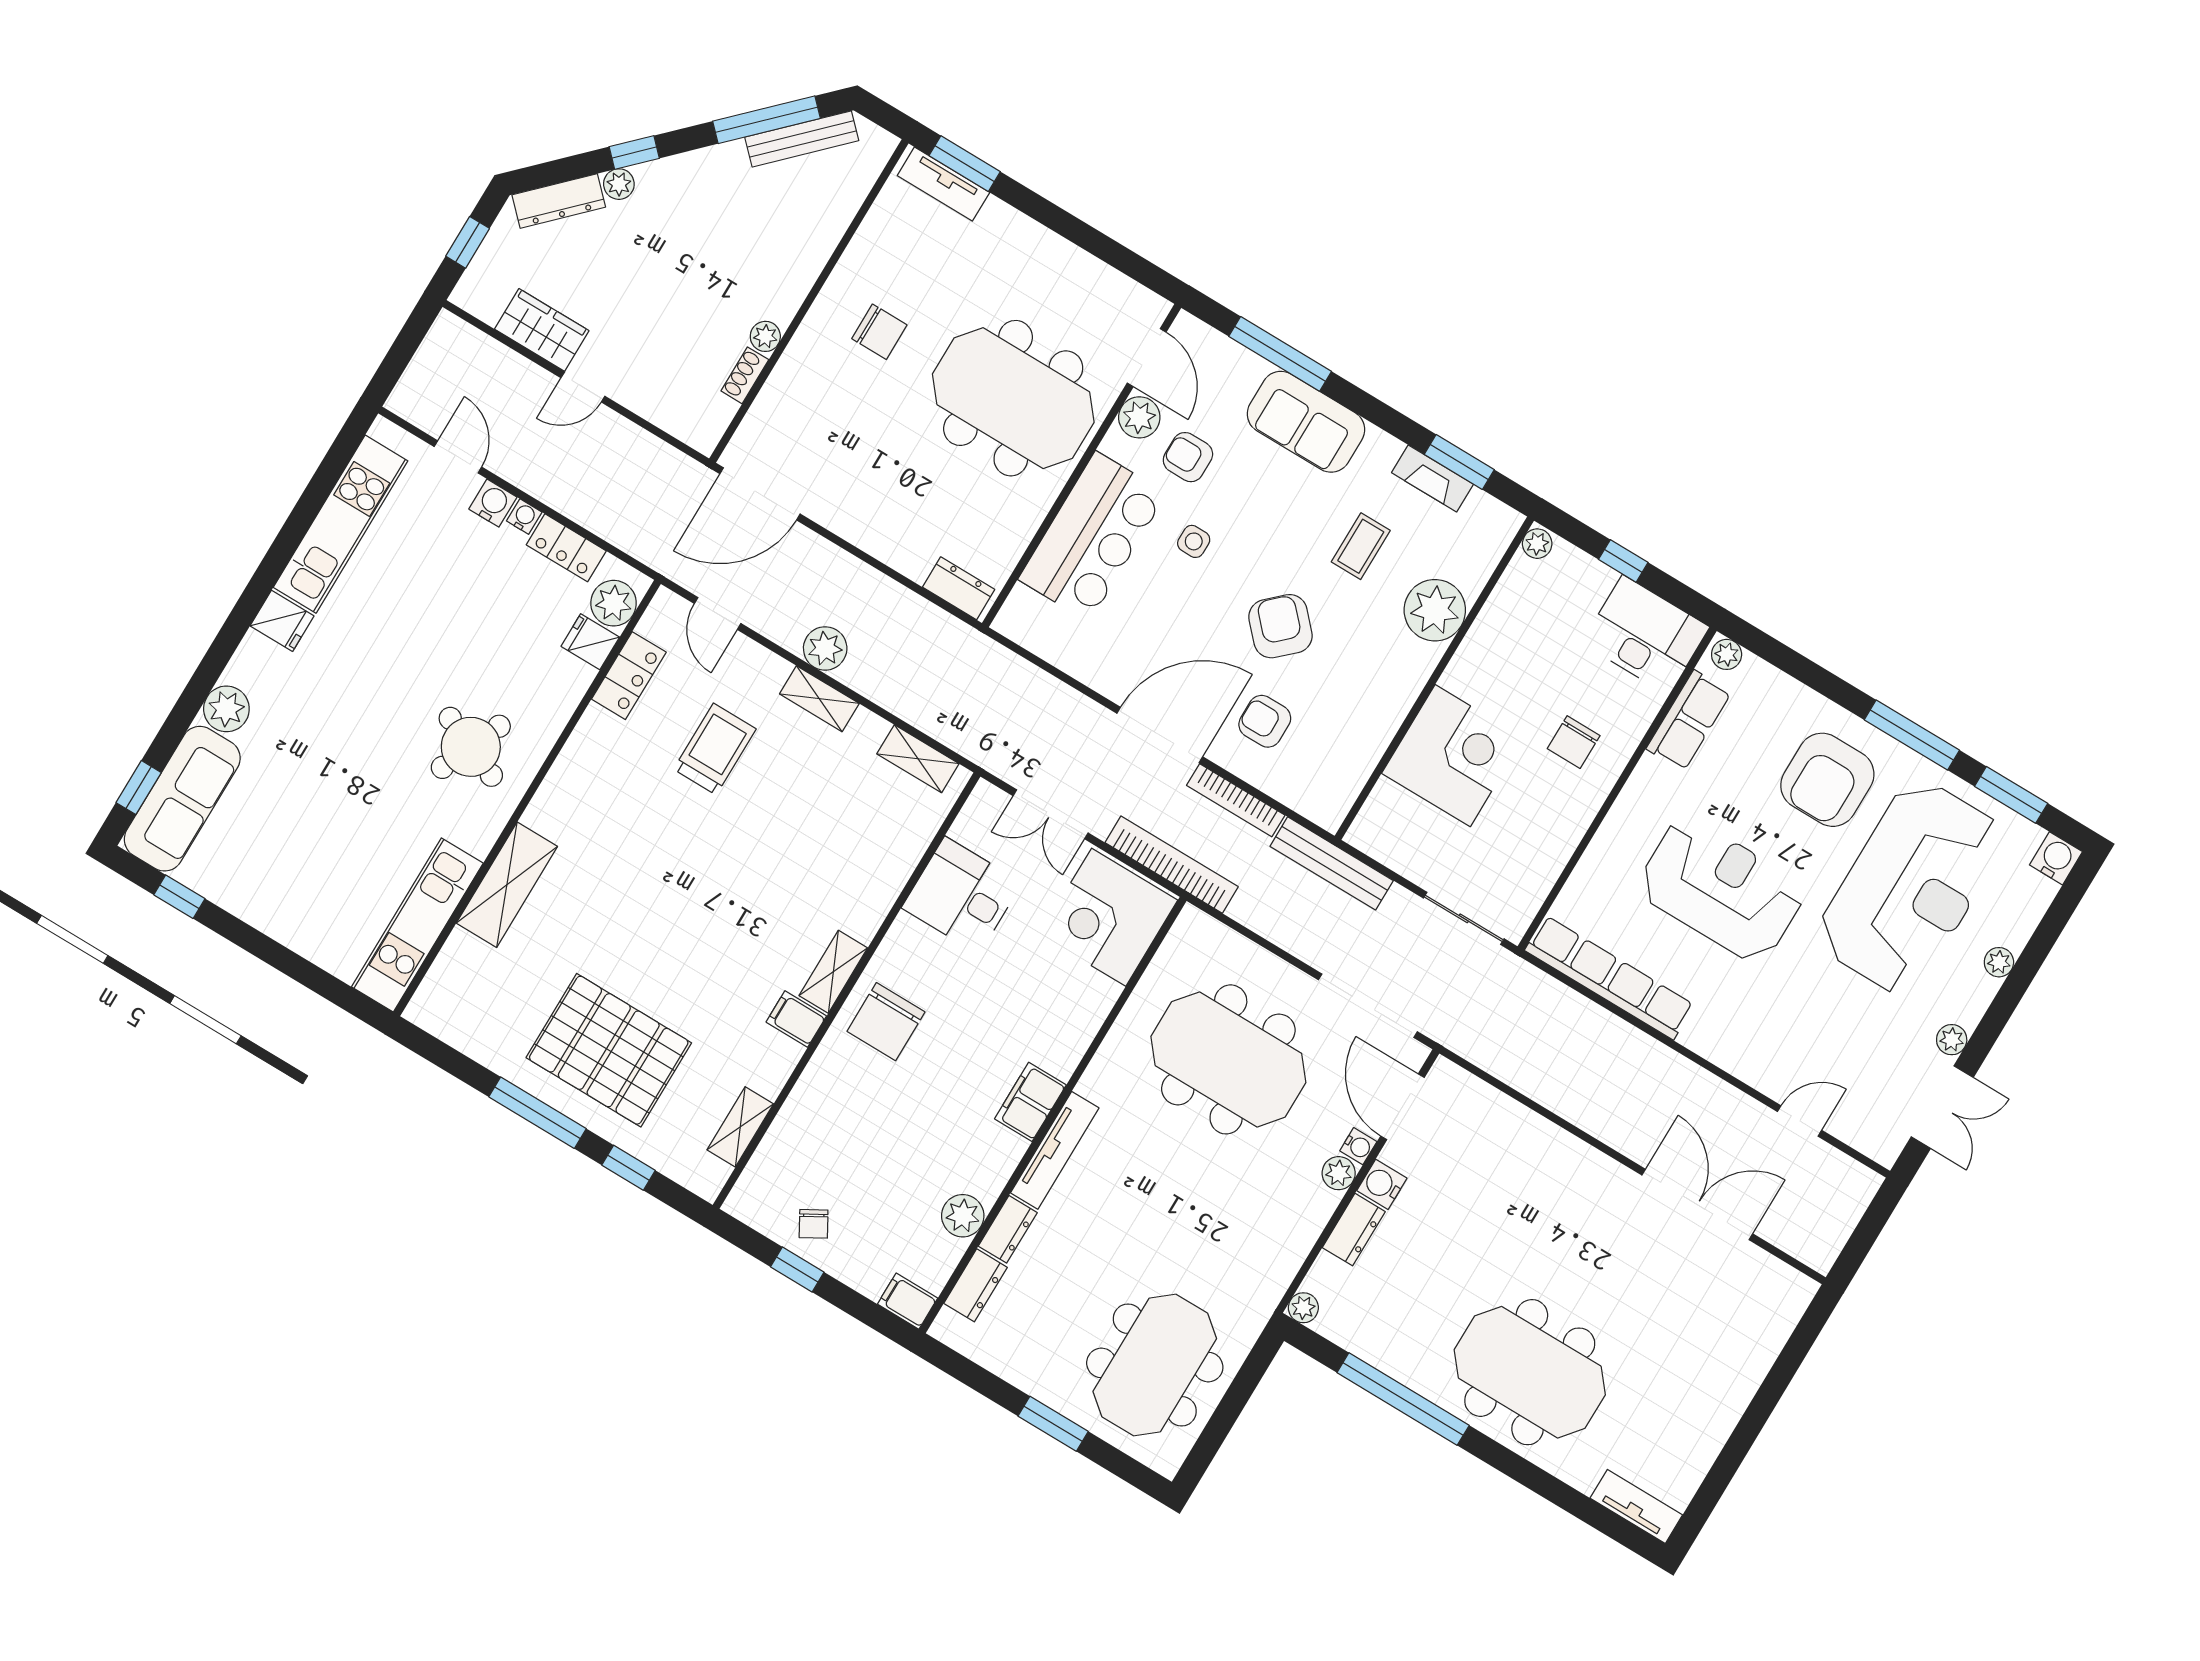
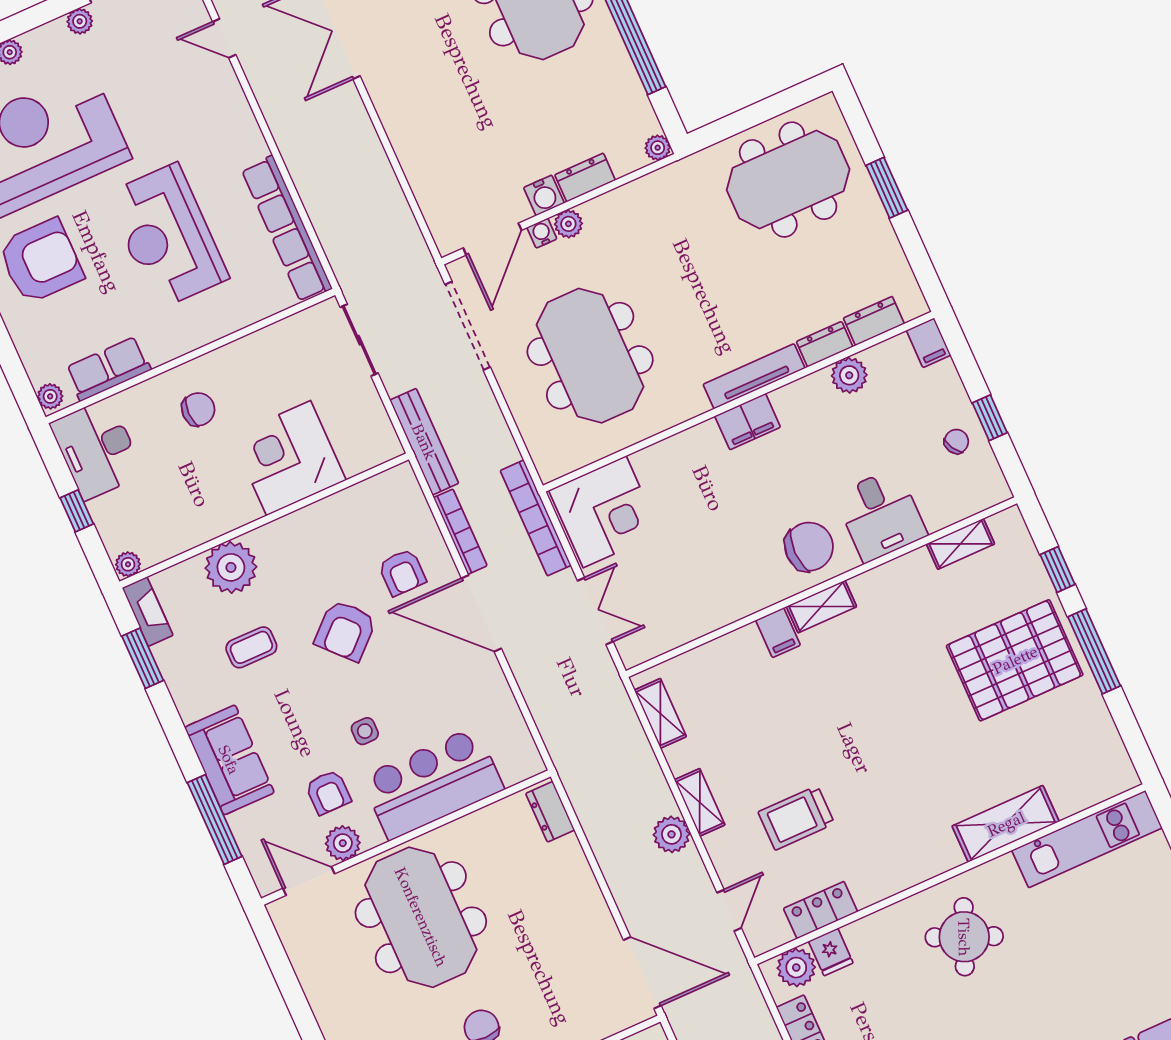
door: (1147, 358) -> (309, 881), hinge flipped
fireplace: (1432, 478) -> (148, 612), moved
desk: (962, 895) -> (881, 515), moved
filing cabinet: (796, 1019) -> (778, 633), moved
pallet: (609, 1050) -> (1015, 660), turned 90

